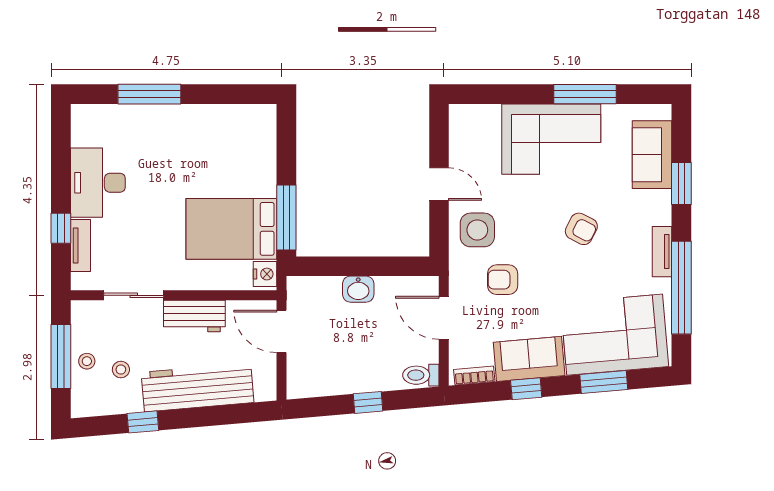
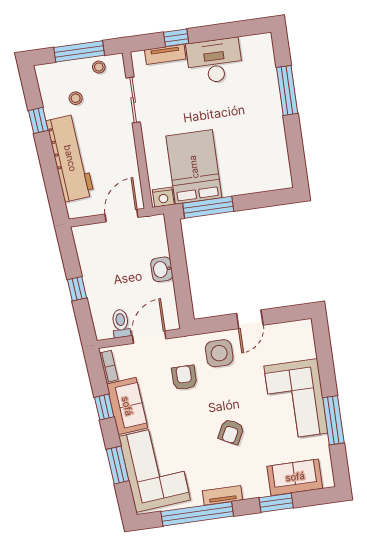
workbench: (194, 316) -> (124, 148), removed
stool: (87, 361) -> (99, 67), moved
toilet: (421, 375) -> (121, 323), moved

